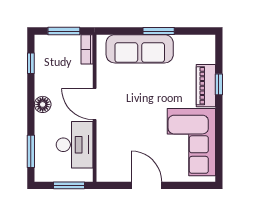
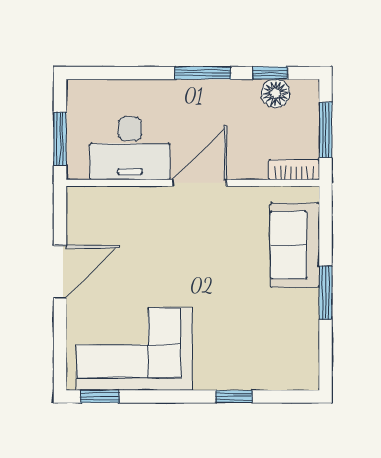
sofa: (140, 49) -> (295, 245), width x0.73
piano: (206, 86) -> (232, 374), removed
floor lamp: (43, 104) -> (276, 93), moved
window: (31, 151) -> (203, 73), moved
window: (219, 162) -> (100, 396), added

